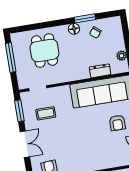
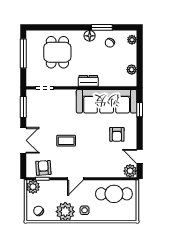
plant: (117, 26) -> (132, 40), added
dresser: (100, 71) -> (88, 81), moved
coffee table: (46, 113) -> (66, 141), moved

